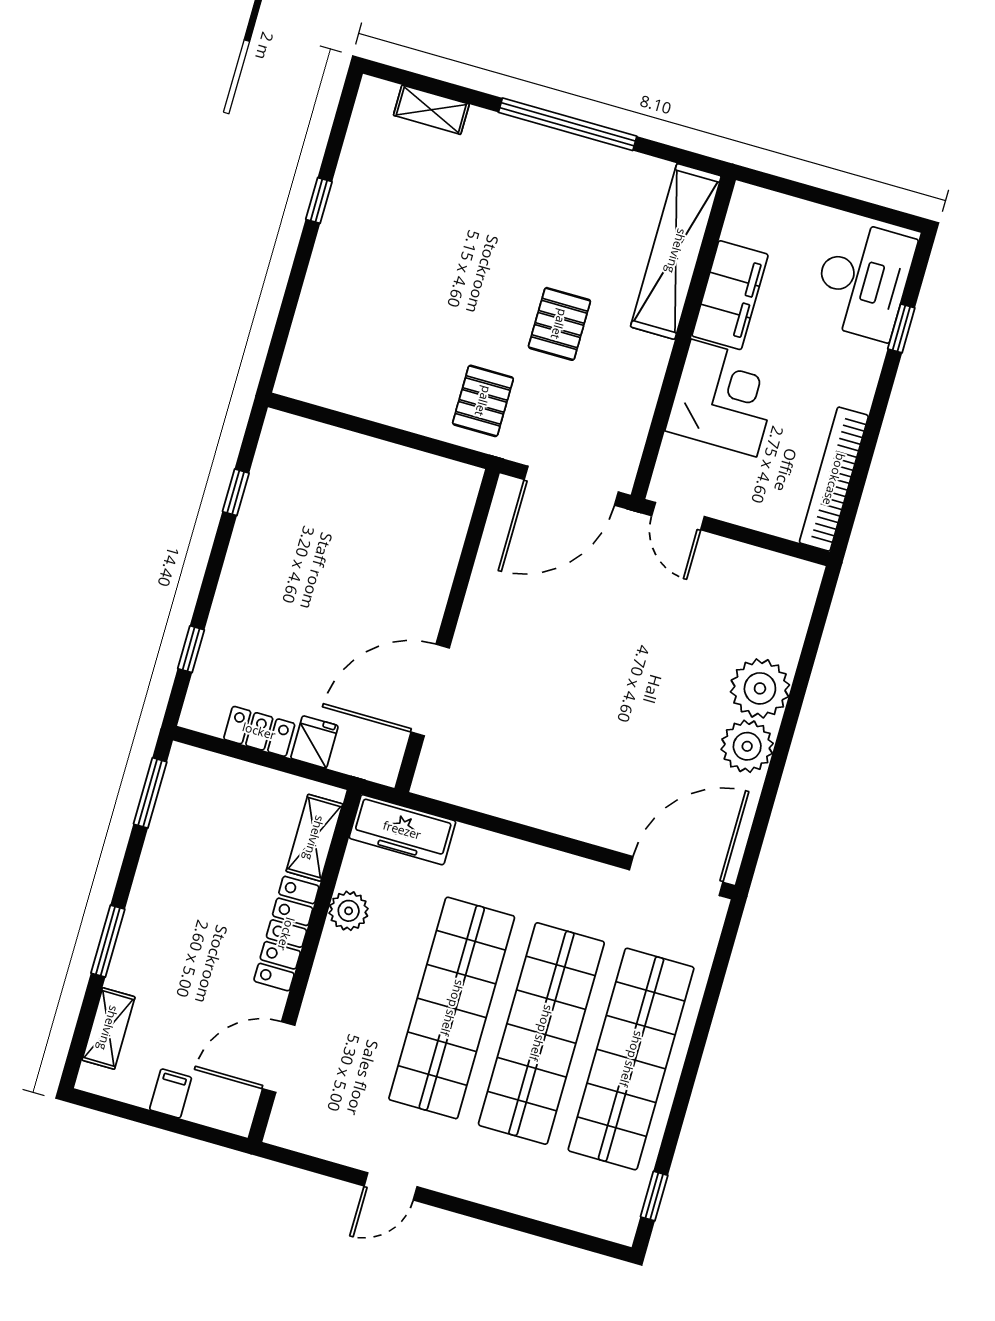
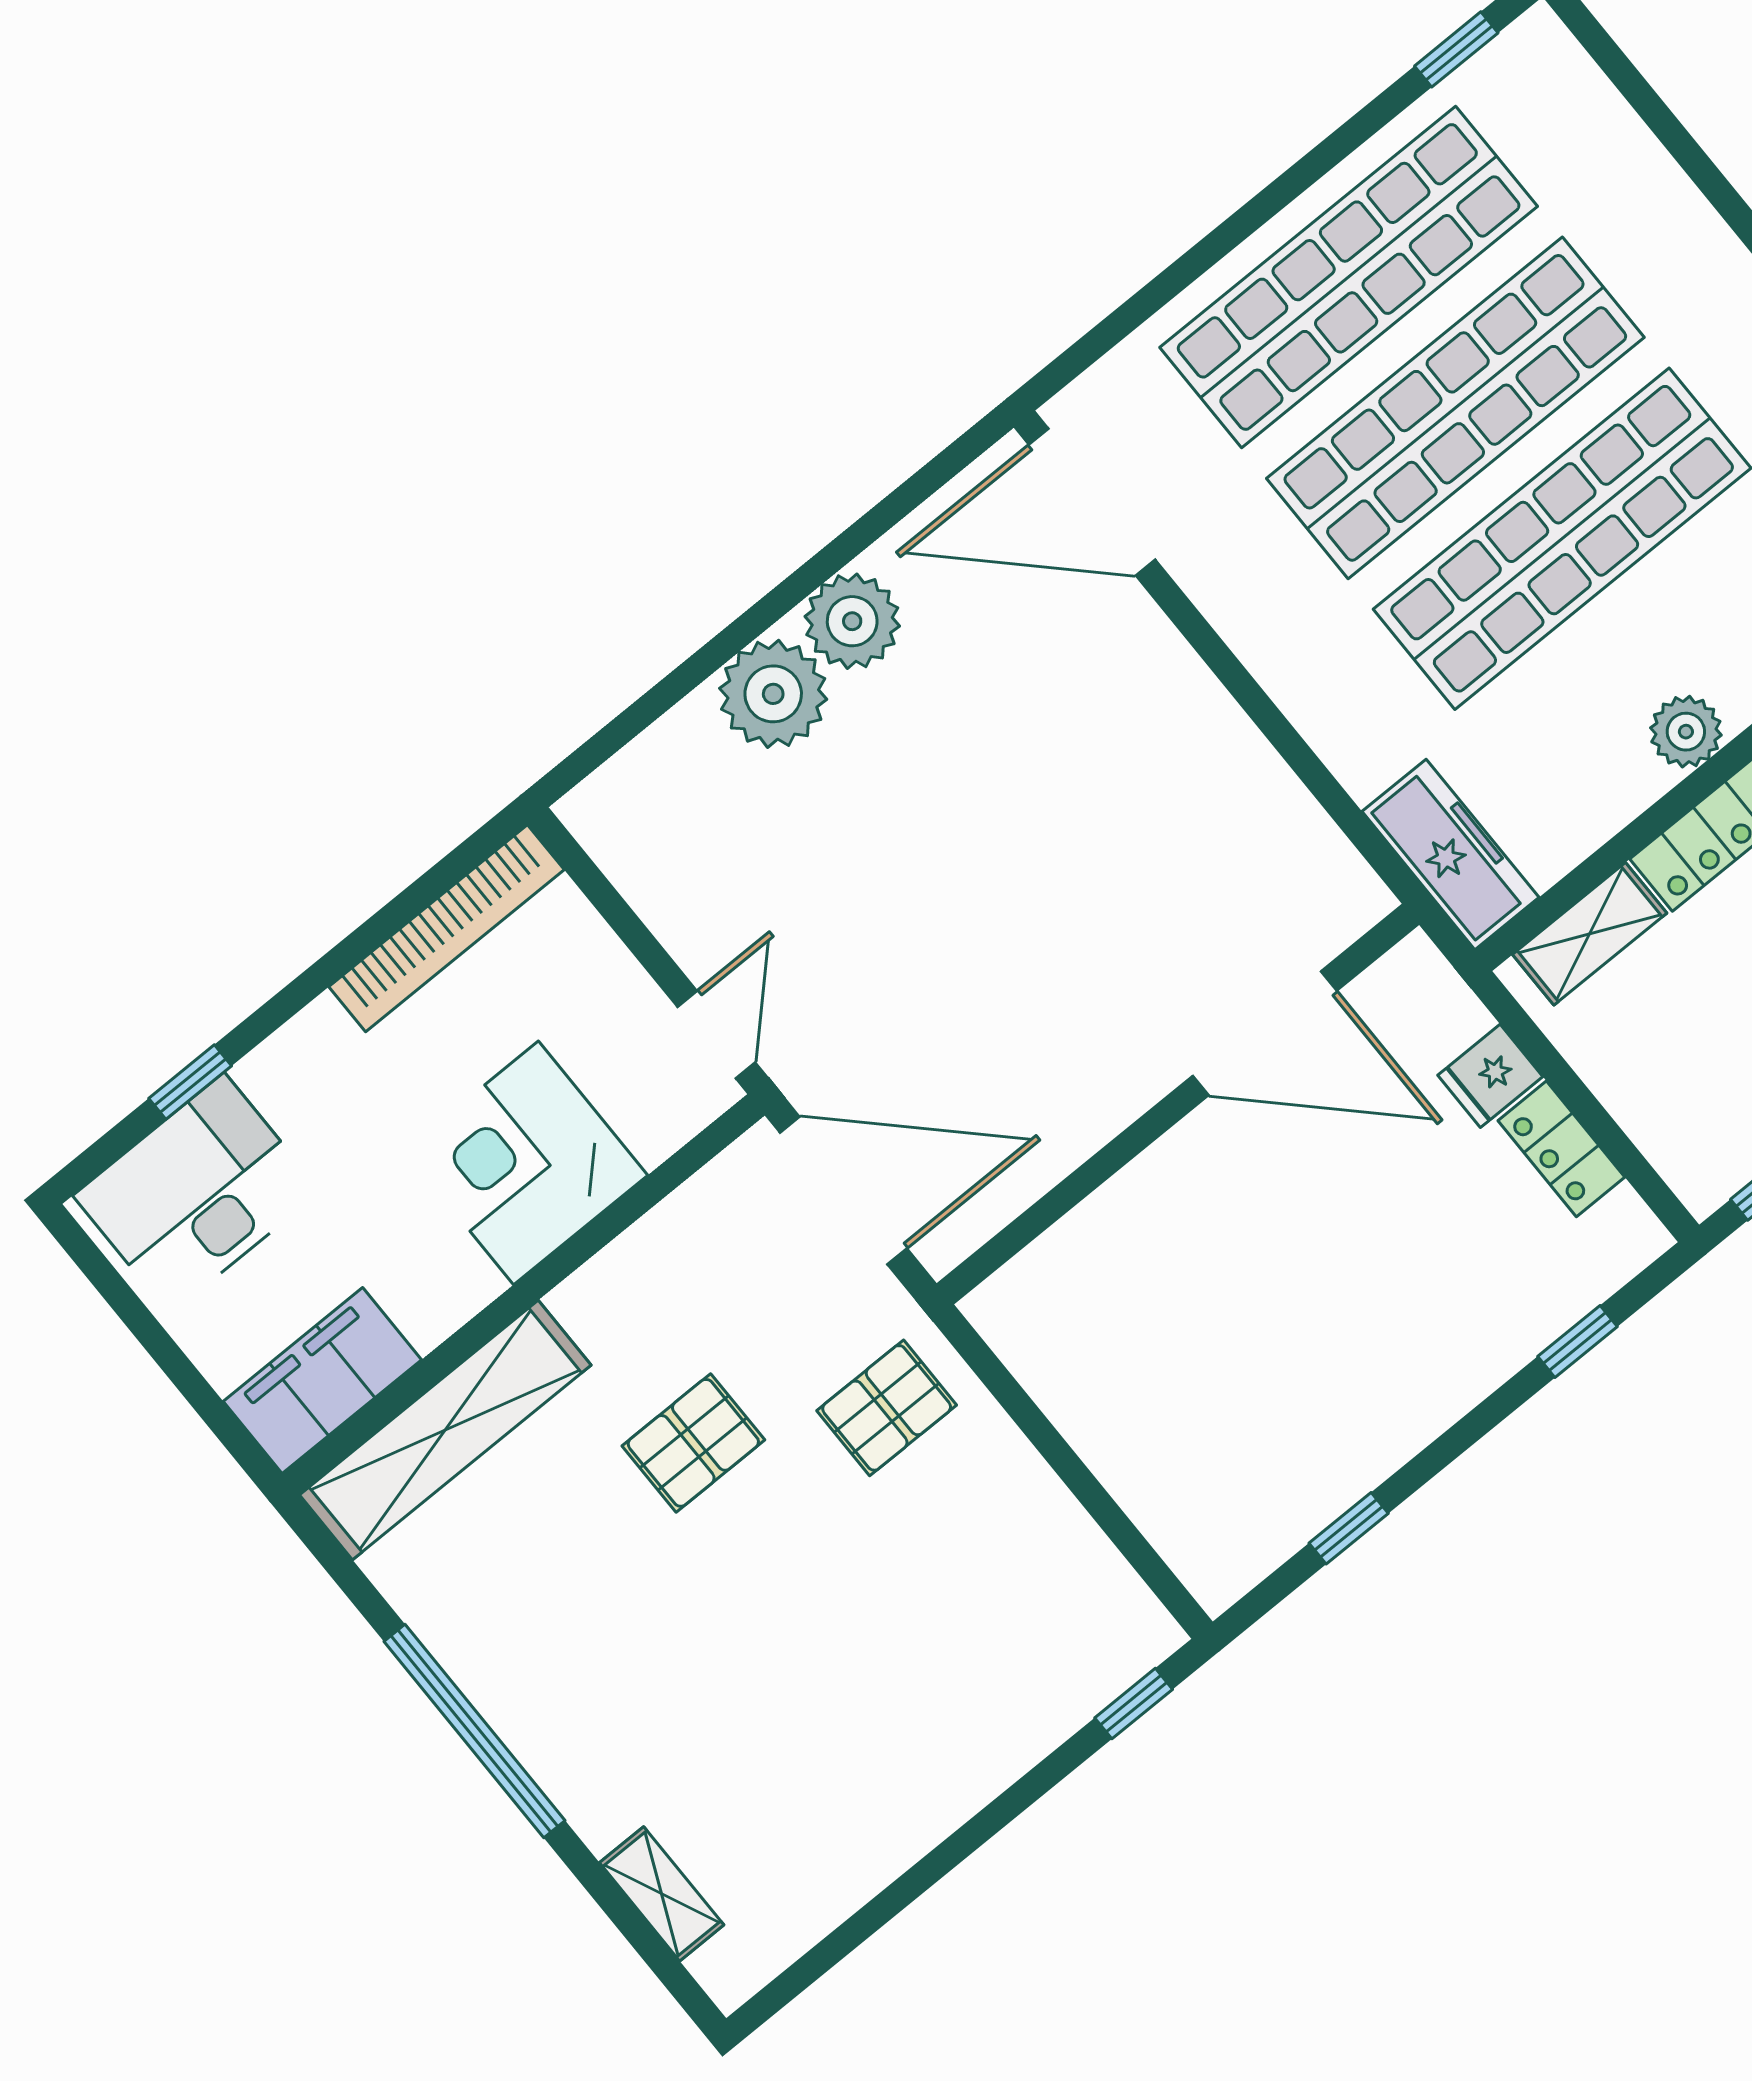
window: (319, 200) -> (1134, 1704), moved
filing cabinet: (730, 295) -> (322, 1381), moved
plant: (349, 911) -> (1686, 732), moved

